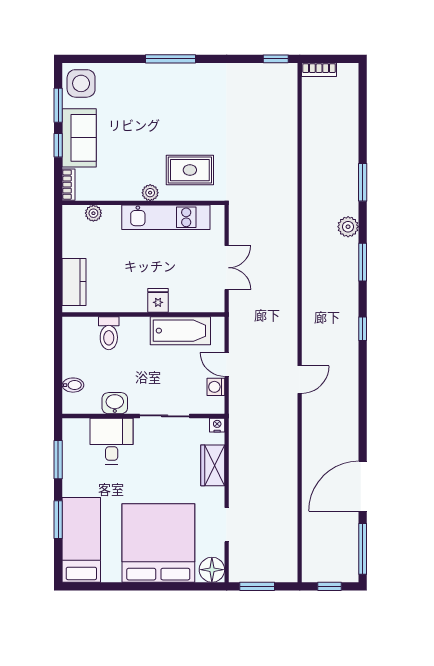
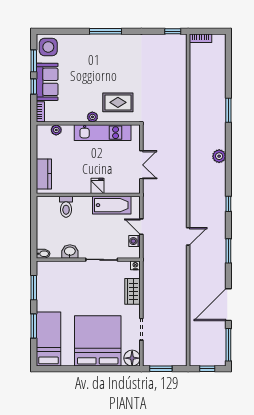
plant: (348, 227) -> (219, 156), moved
window: (363, 262) -> (228, 251), moved
bidet: (73, 385) -> (43, 254), moved
desk: (112, 441) -> (68, 276), removed

